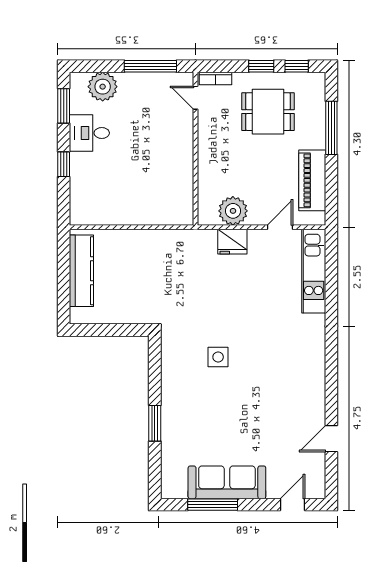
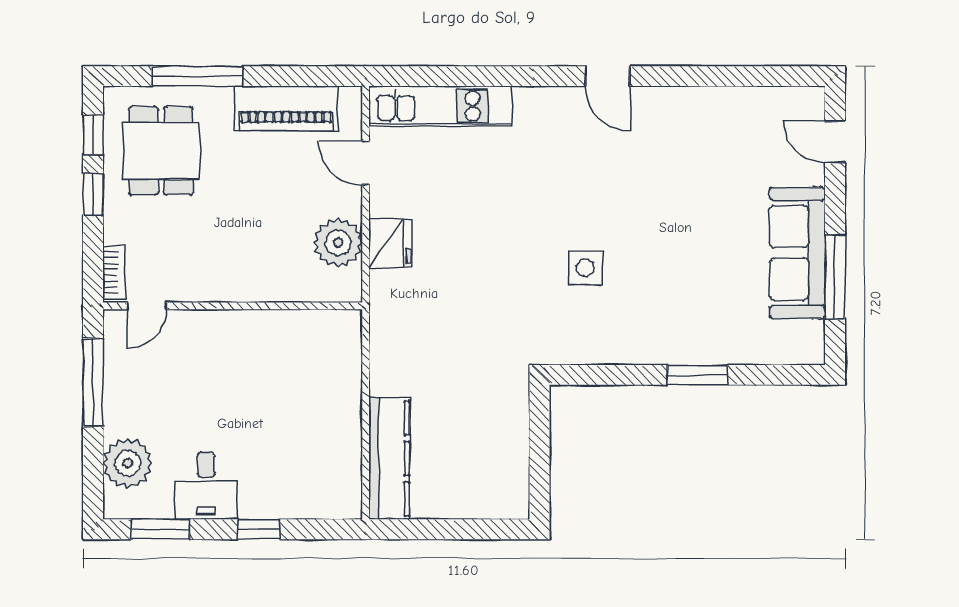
dining table: (268, 112) -> (161, 151), moved
kitchen counter: (81, 271) -> (389, 458), moved, turned 90
door: (331, 439) -> (608, 76), moved

